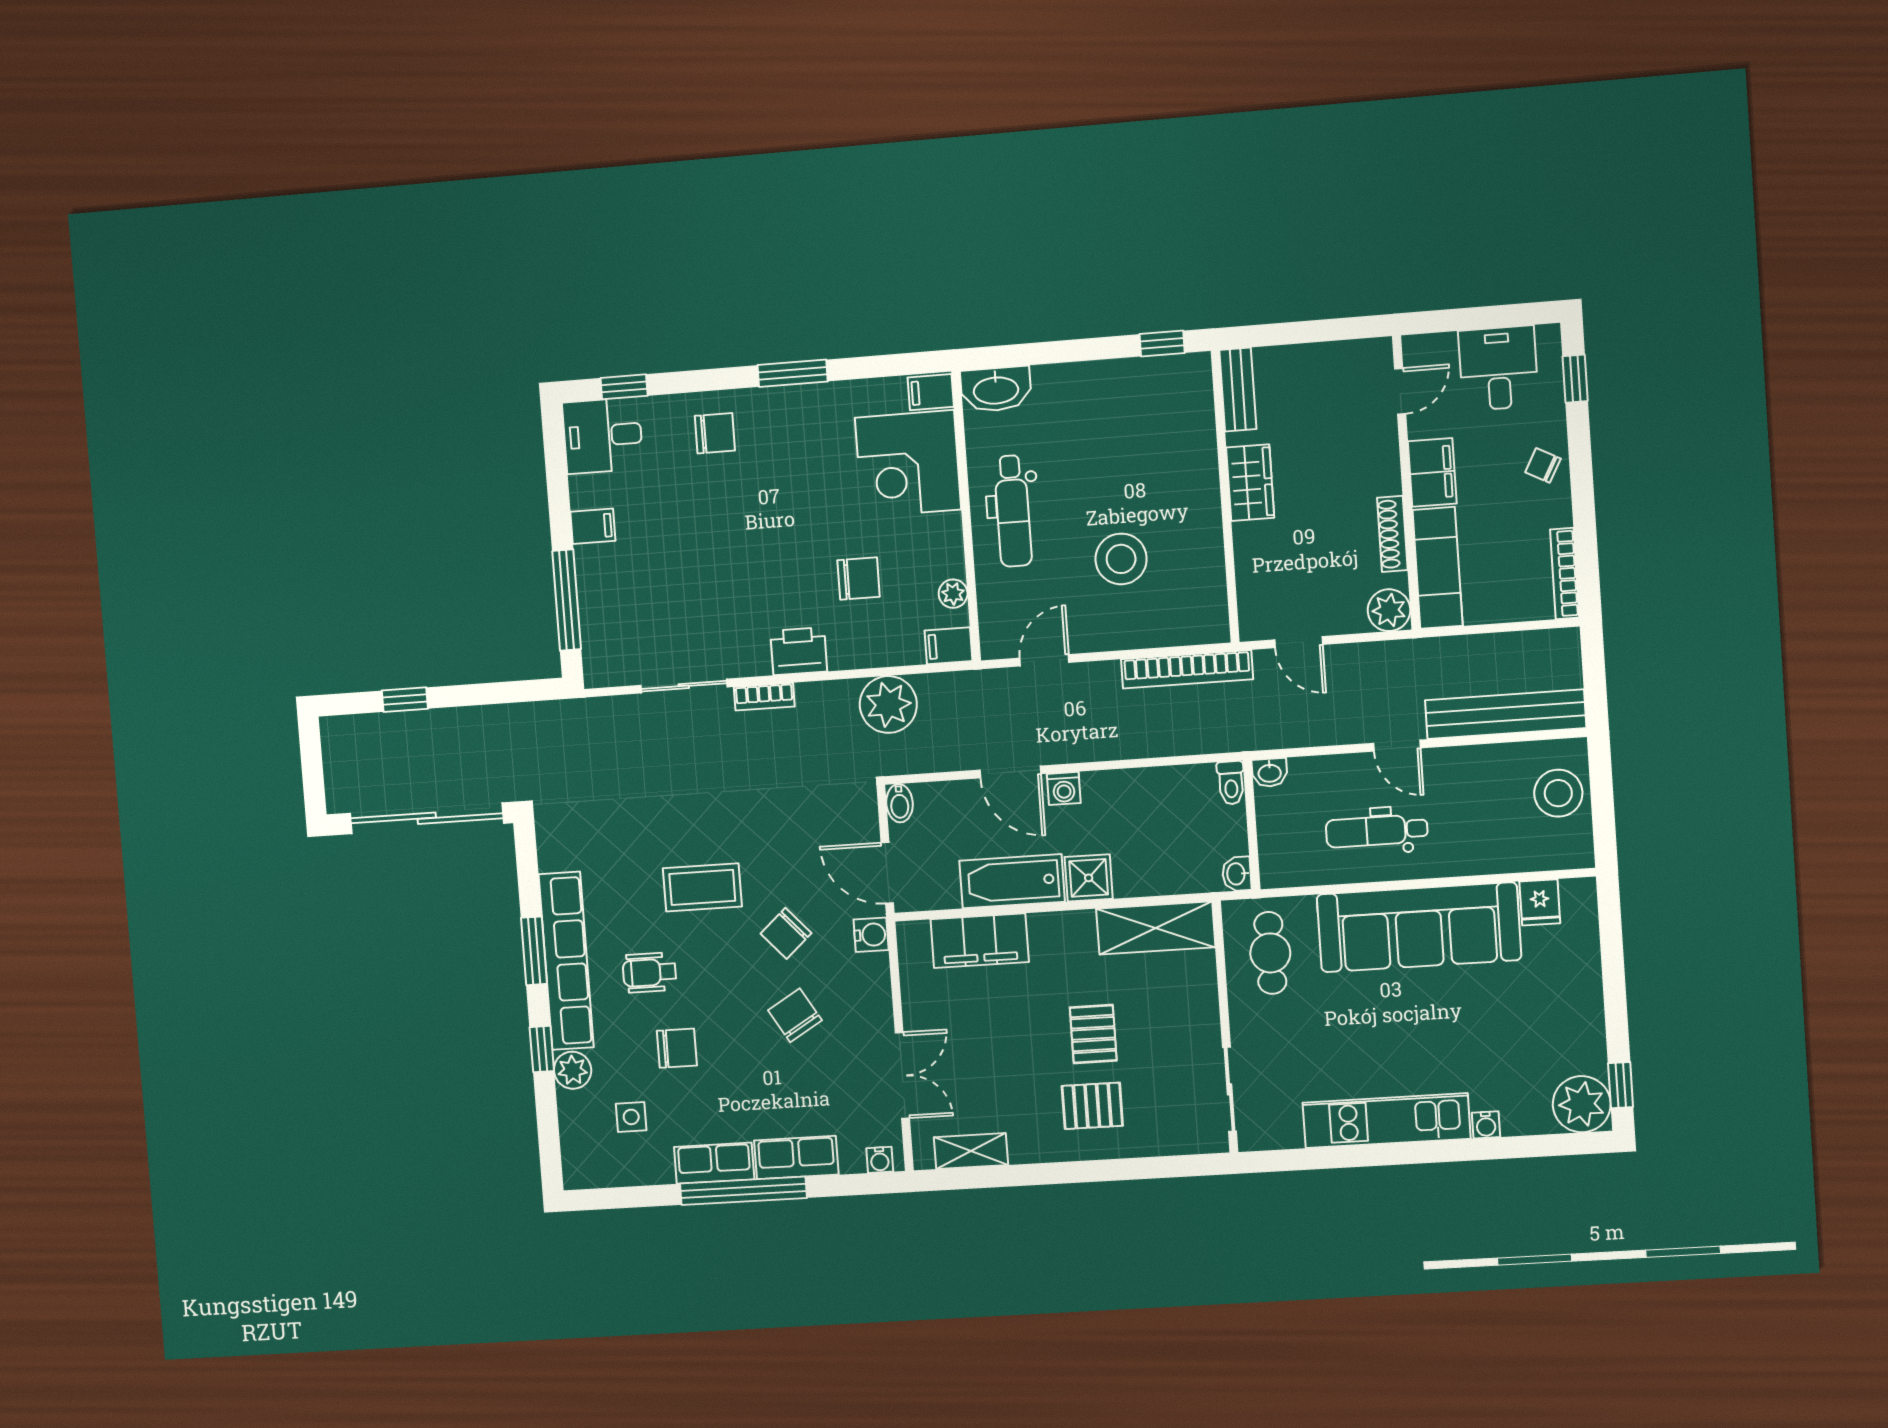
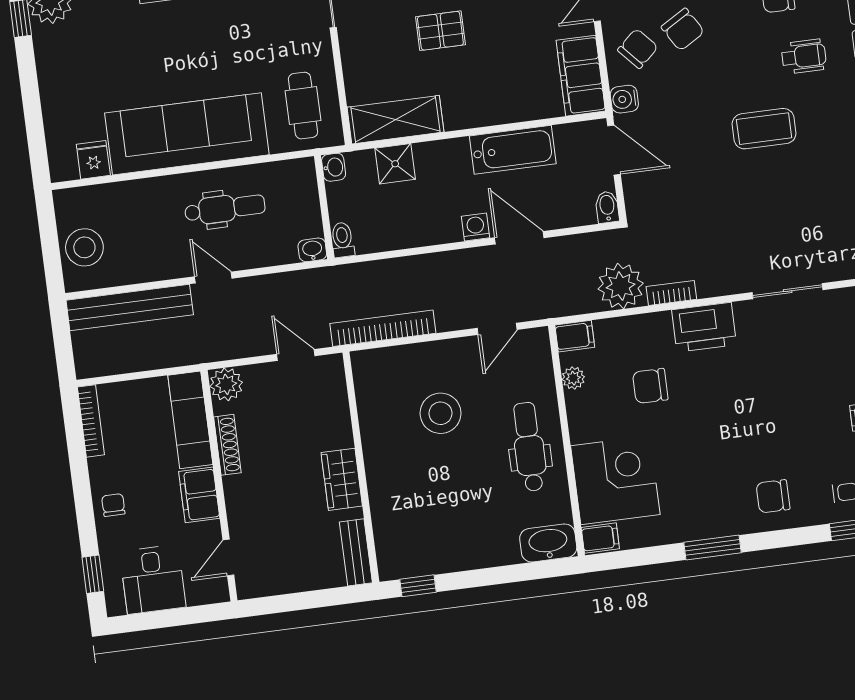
chair: (1543, 465) -> (113, 505), turned -118
printer: (799, 651) -> (704, 327), width x1.37, depth x1.19
bookcase: (764, 697) -> (671, 293), moved
shower: (1089, 878) -> (395, 164), moved
chair: (786, 933) -> (638, 48), moved
filing cabinet: (980, 941) -> (581, 76), moved, turned -90
pallet: (1093, 1034) -> (440, 31), turned 90

